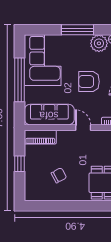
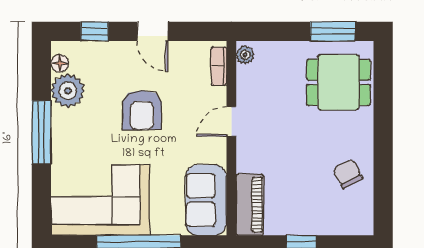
sofa: (49, 115) -> (206, 200), width x0.73
chair: (59, 175) -> (348, 174), moved

